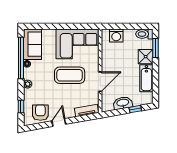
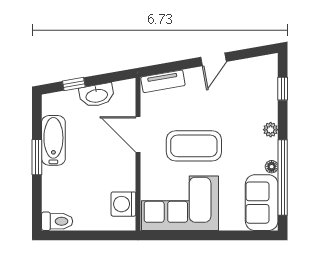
washing machine: (116, 36) -> (123, 204), moved, turned -90
window: (155, 48) -> (37, 157), moved
shower: (146, 57) -> (55, 180), removed
door: (100, 82) -> (138, 134), hinge flipped
armchair: (40, 113) -> (247, 78), removed

